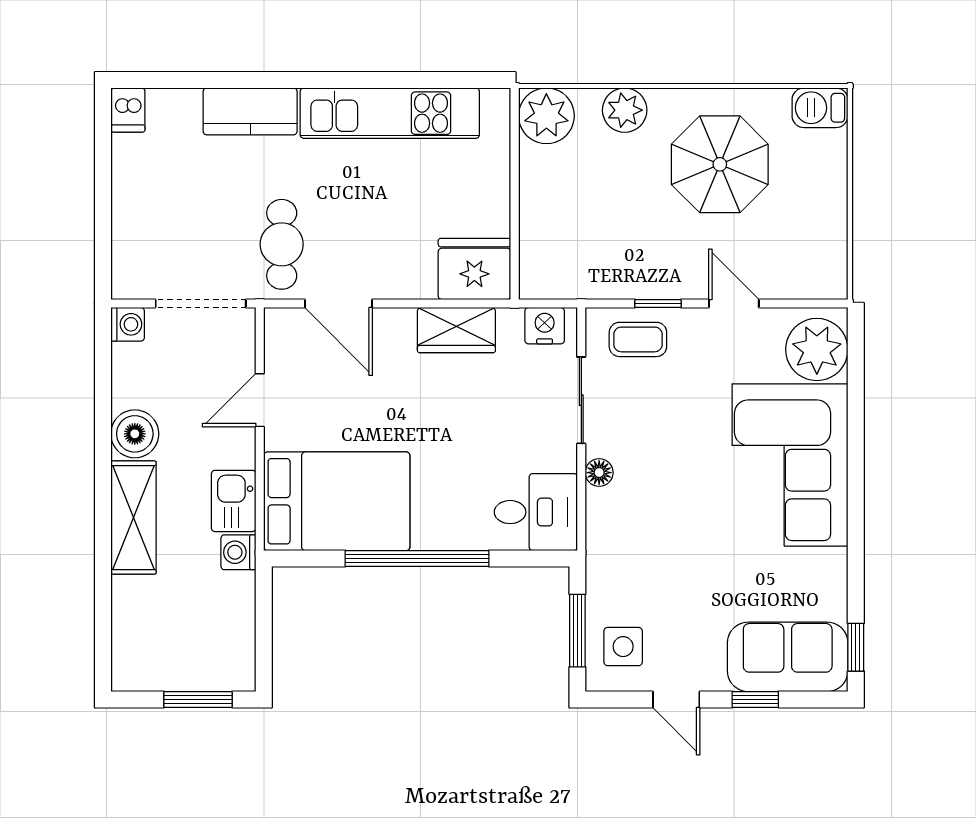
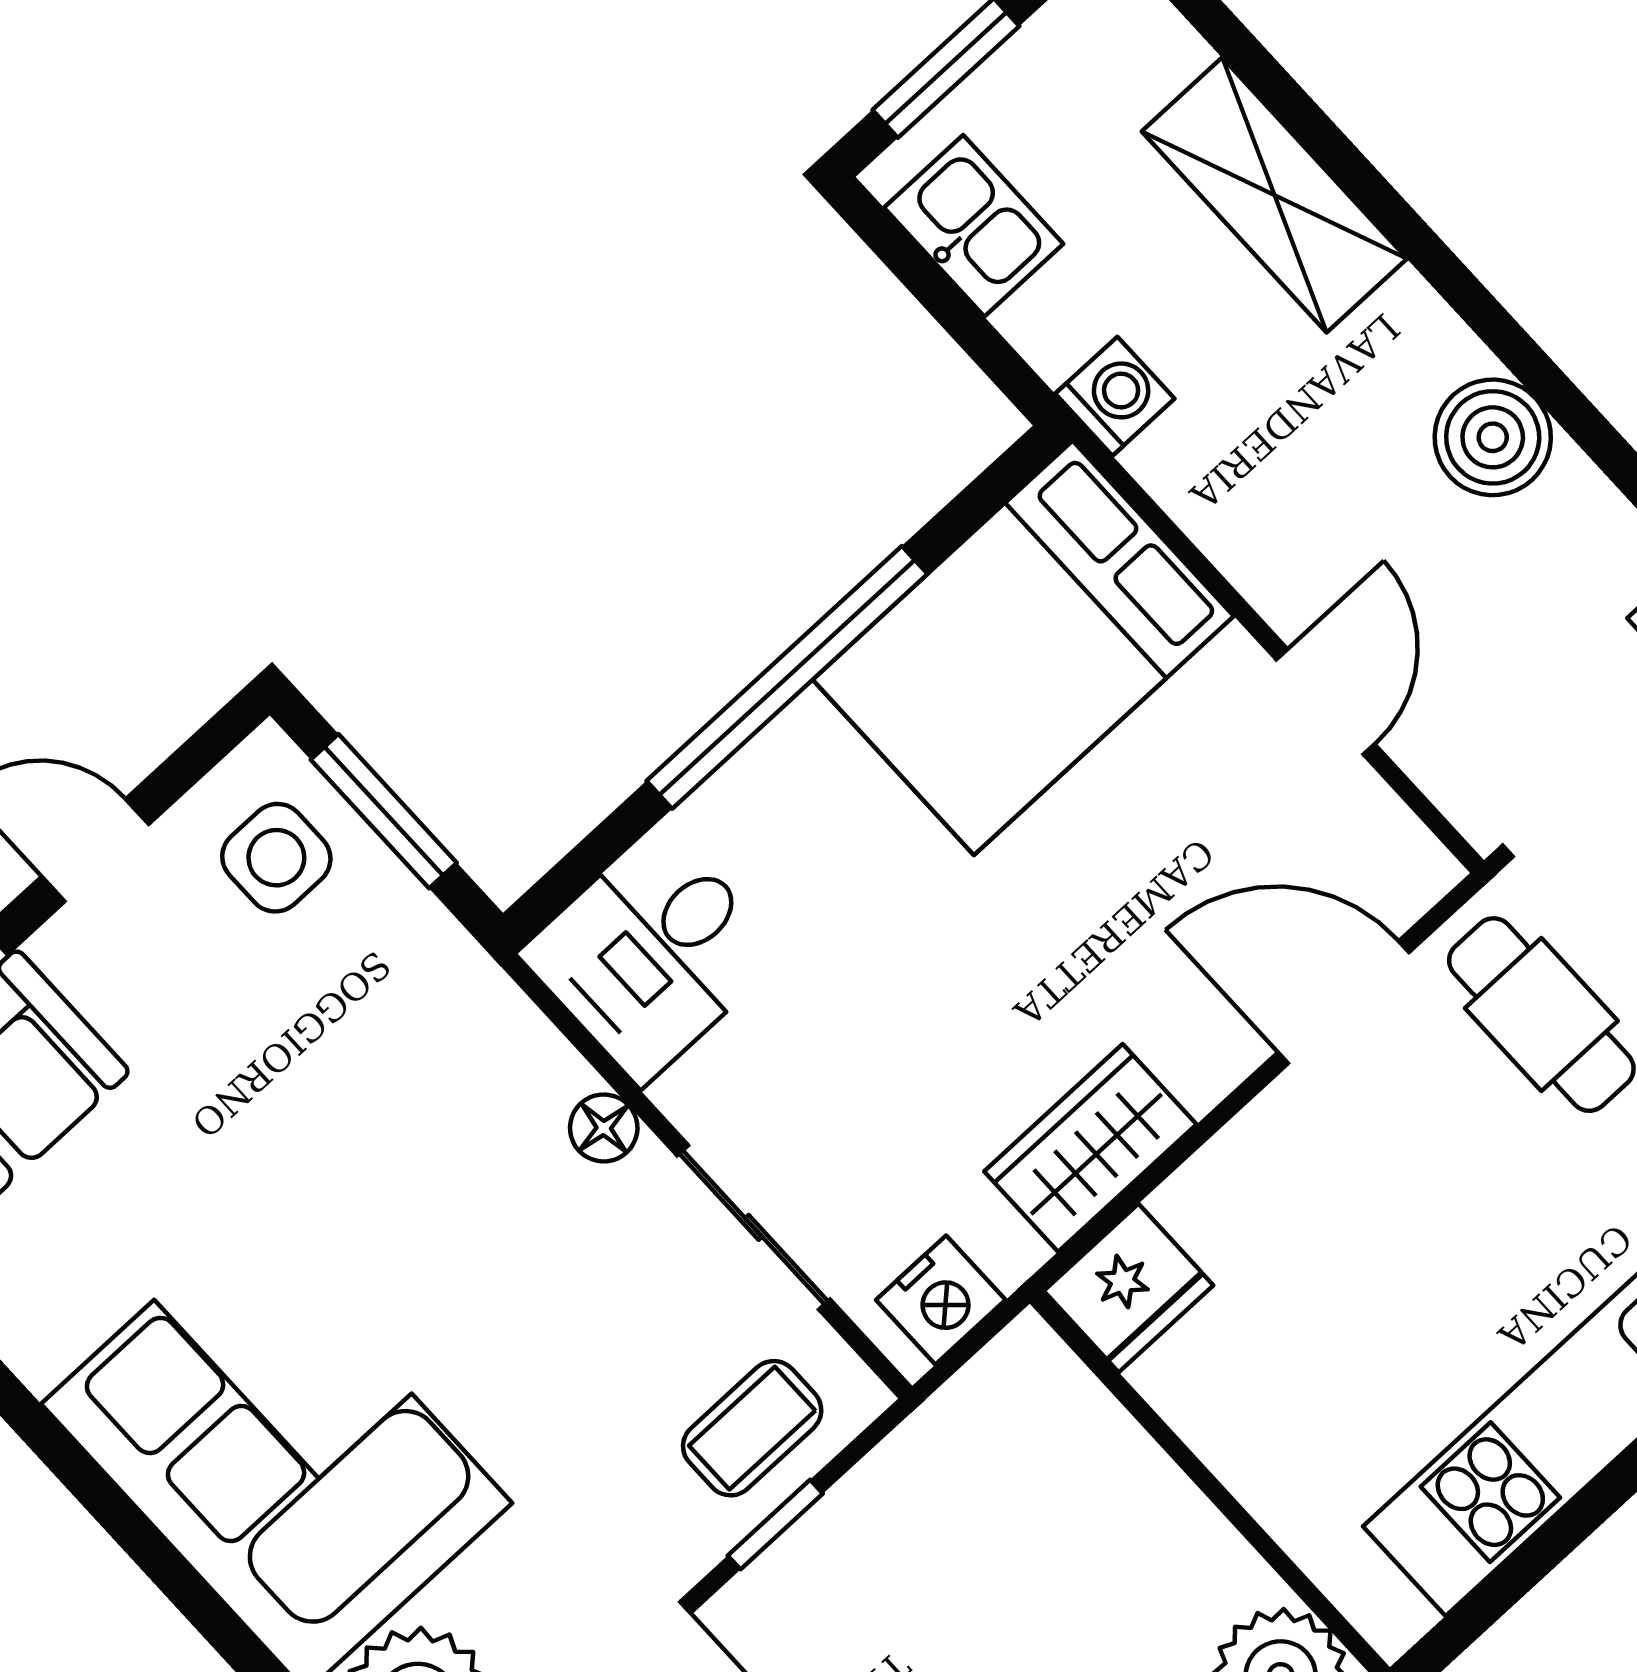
fridge: (474, 269) -> (1128, 1288), width x0.73, depth x0.75
kitchen sink: (234, 501) -> (974, 226), moved
shelving: (133, 518) -> (1274, 195), moved

